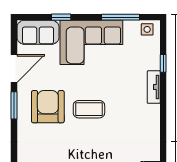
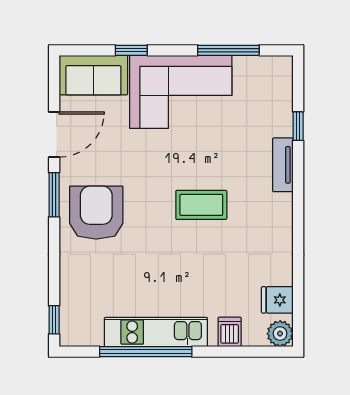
side table: (147, 29) -> (272, 71), removed
armchair: (48, 107) -> (96, 213), moved
coffee table: (89, 109) -> (201, 205), moved

